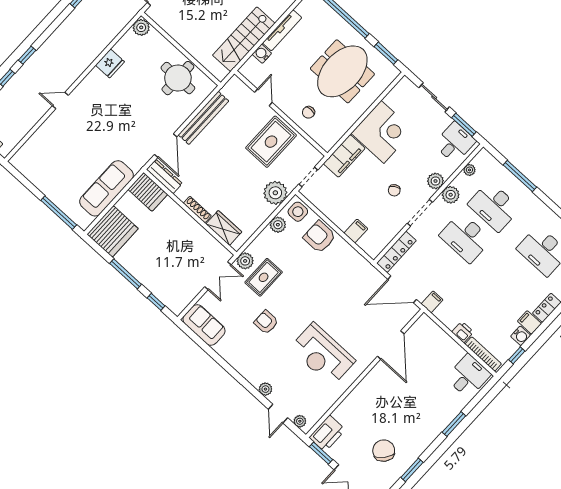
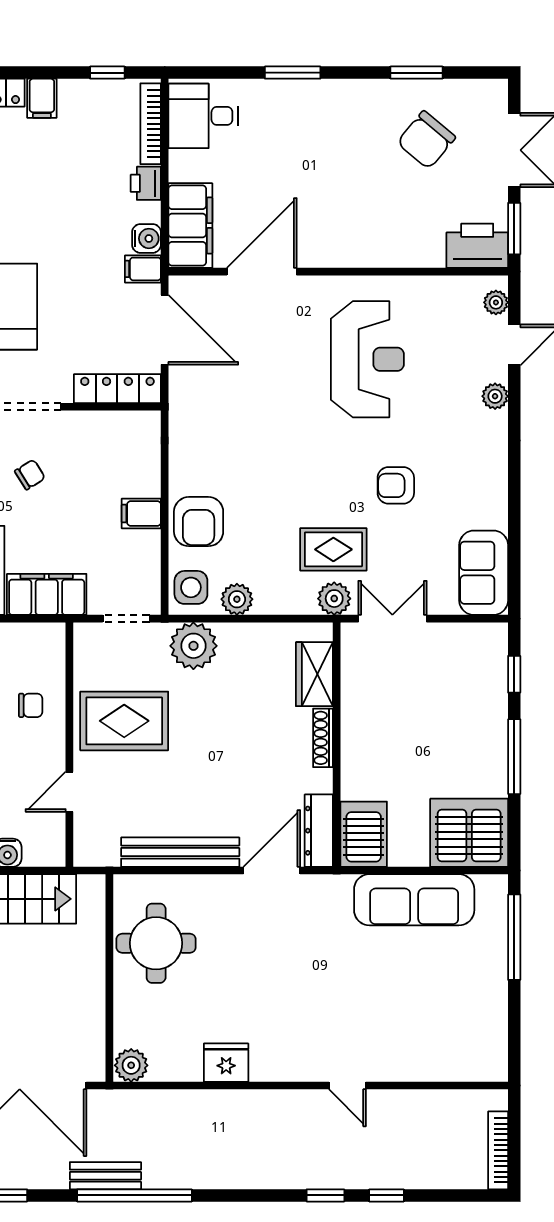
filing cabinet: (356, 231) -> (141, 513), moved
armchair: (266, 322) -> (396, 485), turned 90
filing cabinet: (432, 334) -> (190, 226), added
water cooler: (521, 336) -> (147, 238), moved, turned 90

